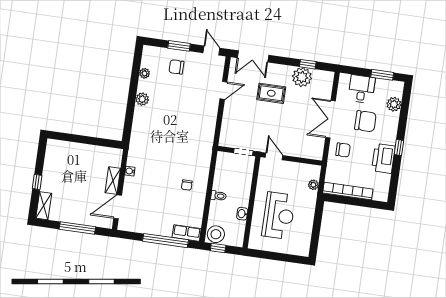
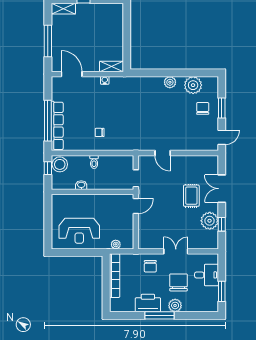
double door: (253, 56) -> (222, 189), moved
plant: (145, 73) -> (193, 85), width x1.88, depth x1.88
door: (223, 90) -> (163, 153), moved
plant: (394, 104) -> (175, 305), moved
double door: (331, 119) -> (176, 251), width x0.73
chair: (365, 121) -> (178, 282), turned 180
window: (399, 148) -> (159, 315), width x2.17
shelving: (113, 181) -> (112, 66), moved
reception desk: (279, 216) -> (79, 231), moved
row of seats: (187, 233) -> (57, 126), width x2.02

